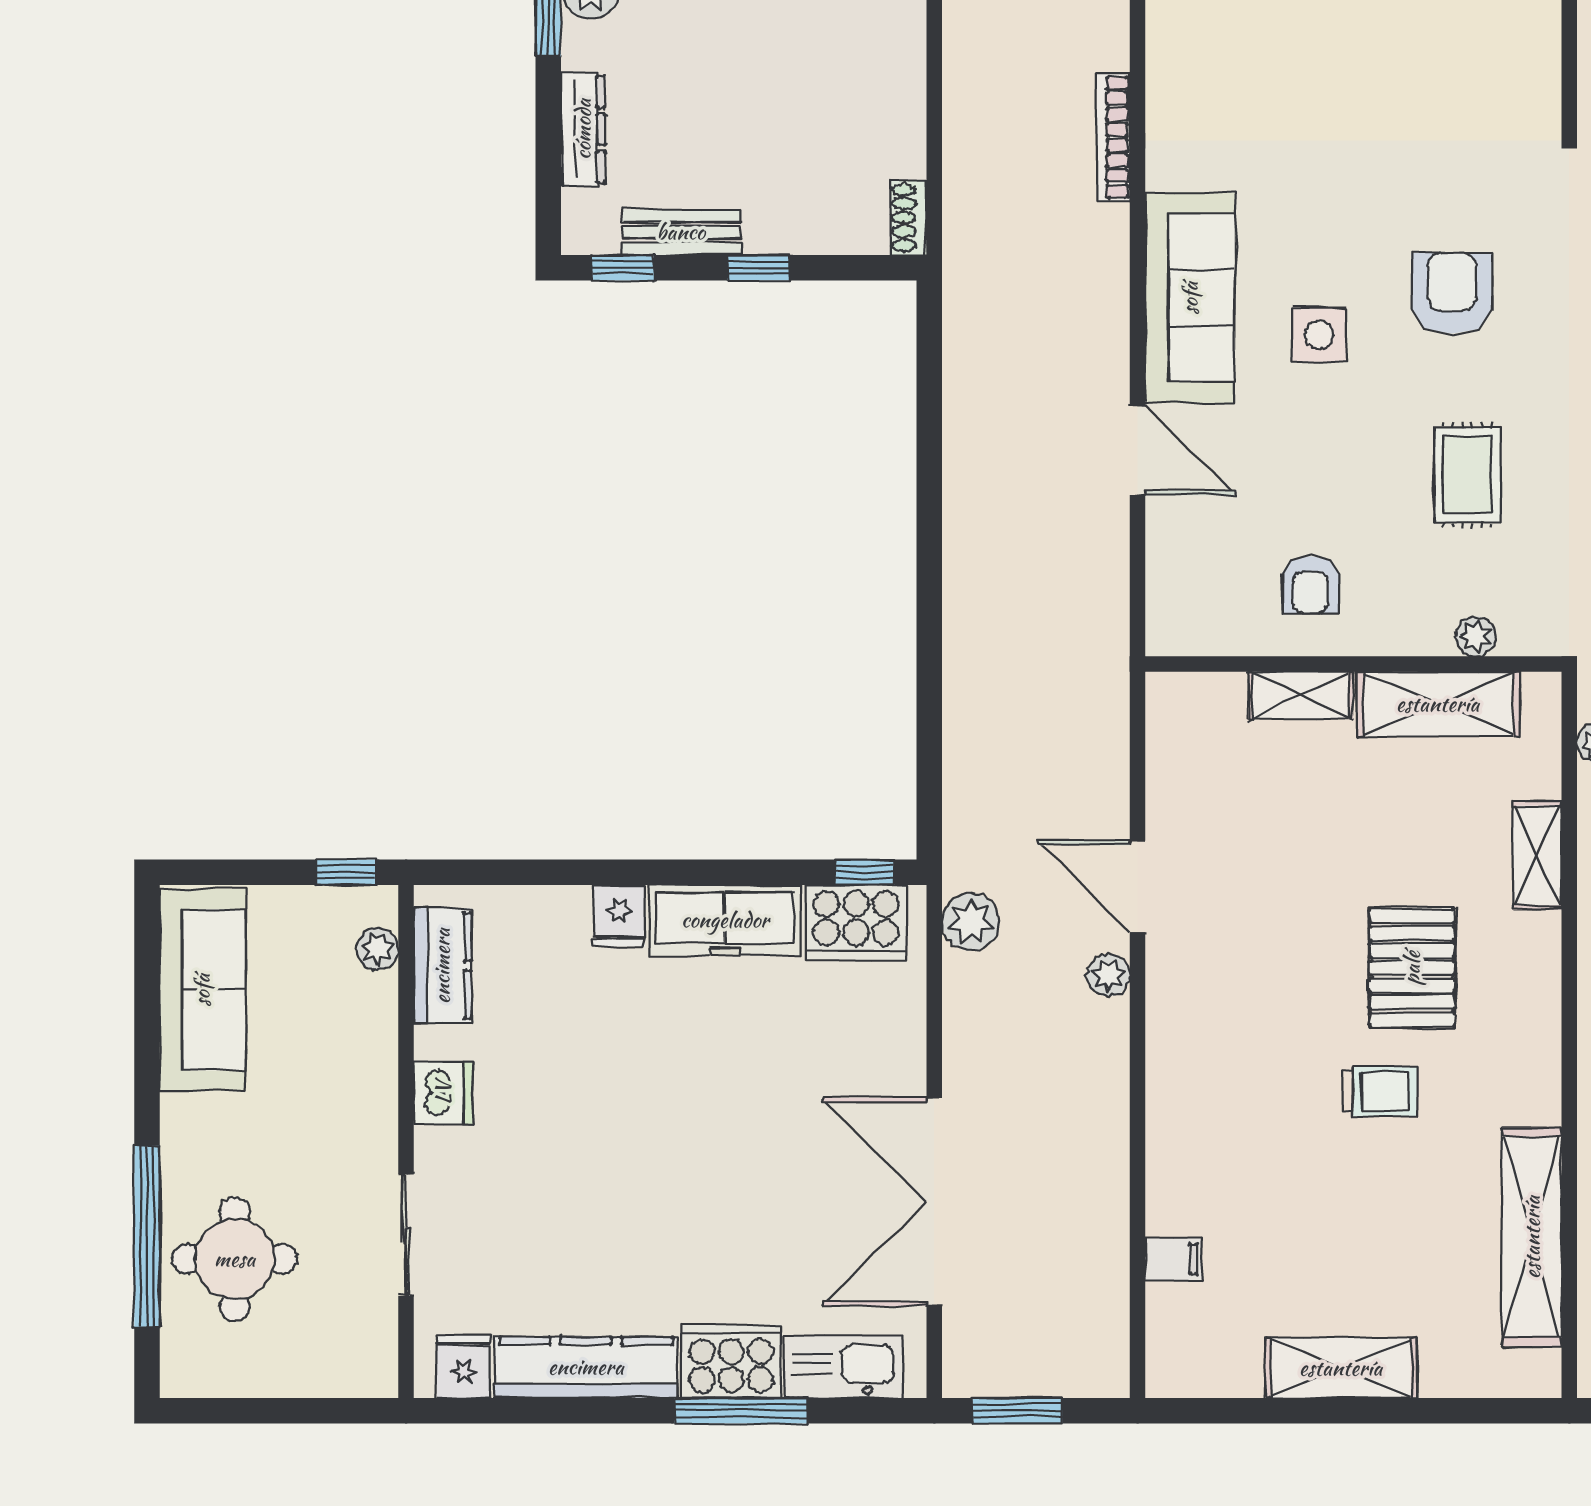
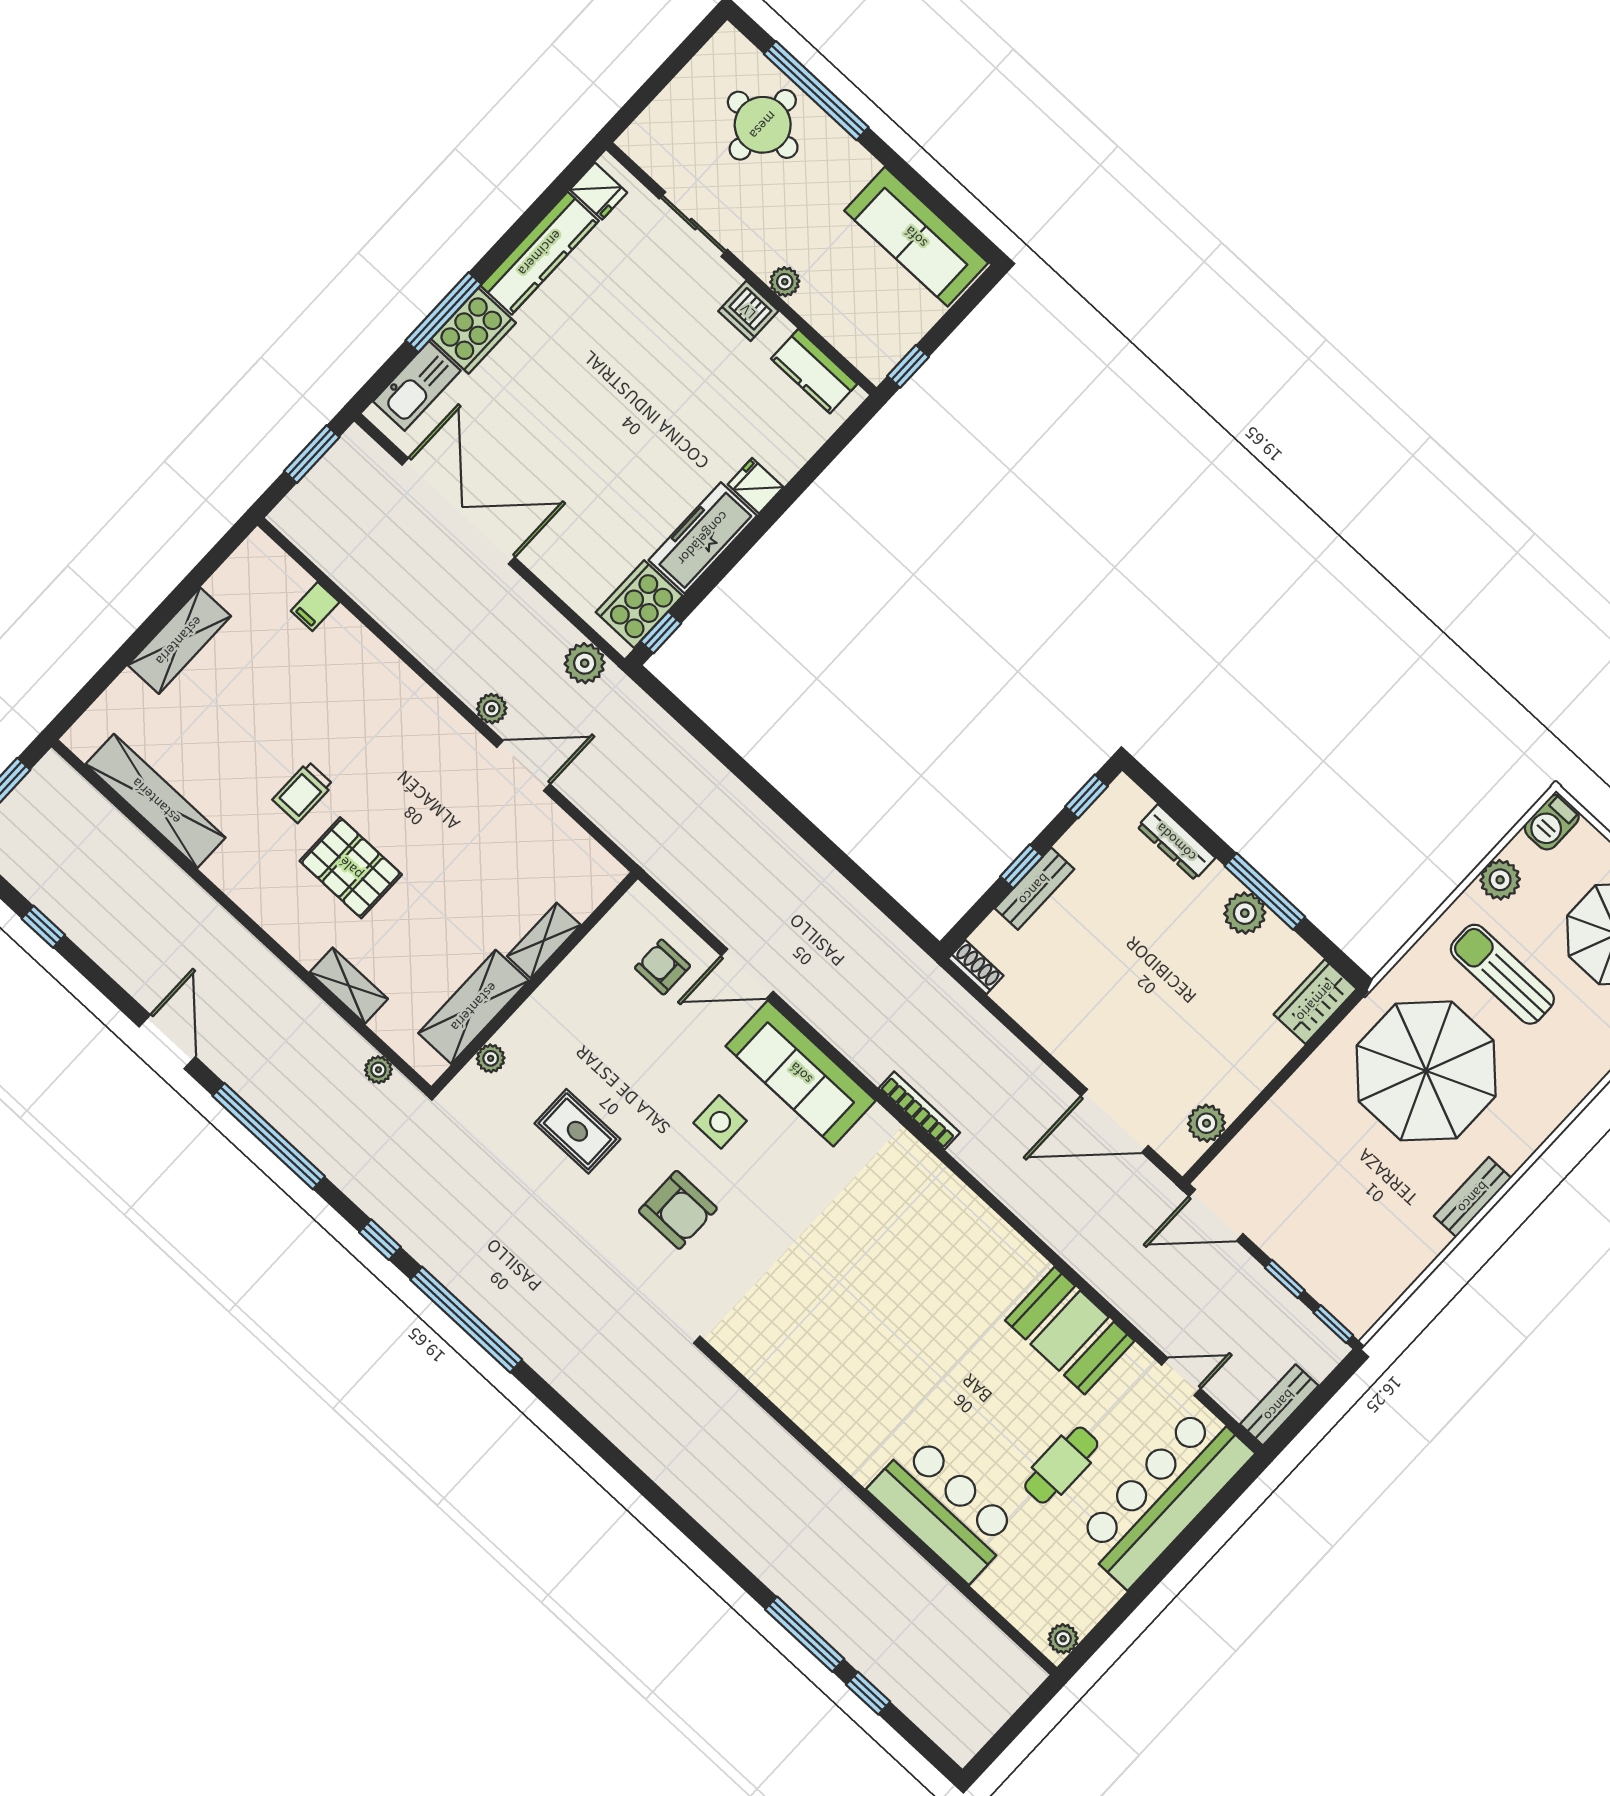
bench: (681, 232) -> (1034, 889), moved
armchair: (1311, 585) -> (662, 967), moved
plant: (377, 949) -> (785, 282), moved

